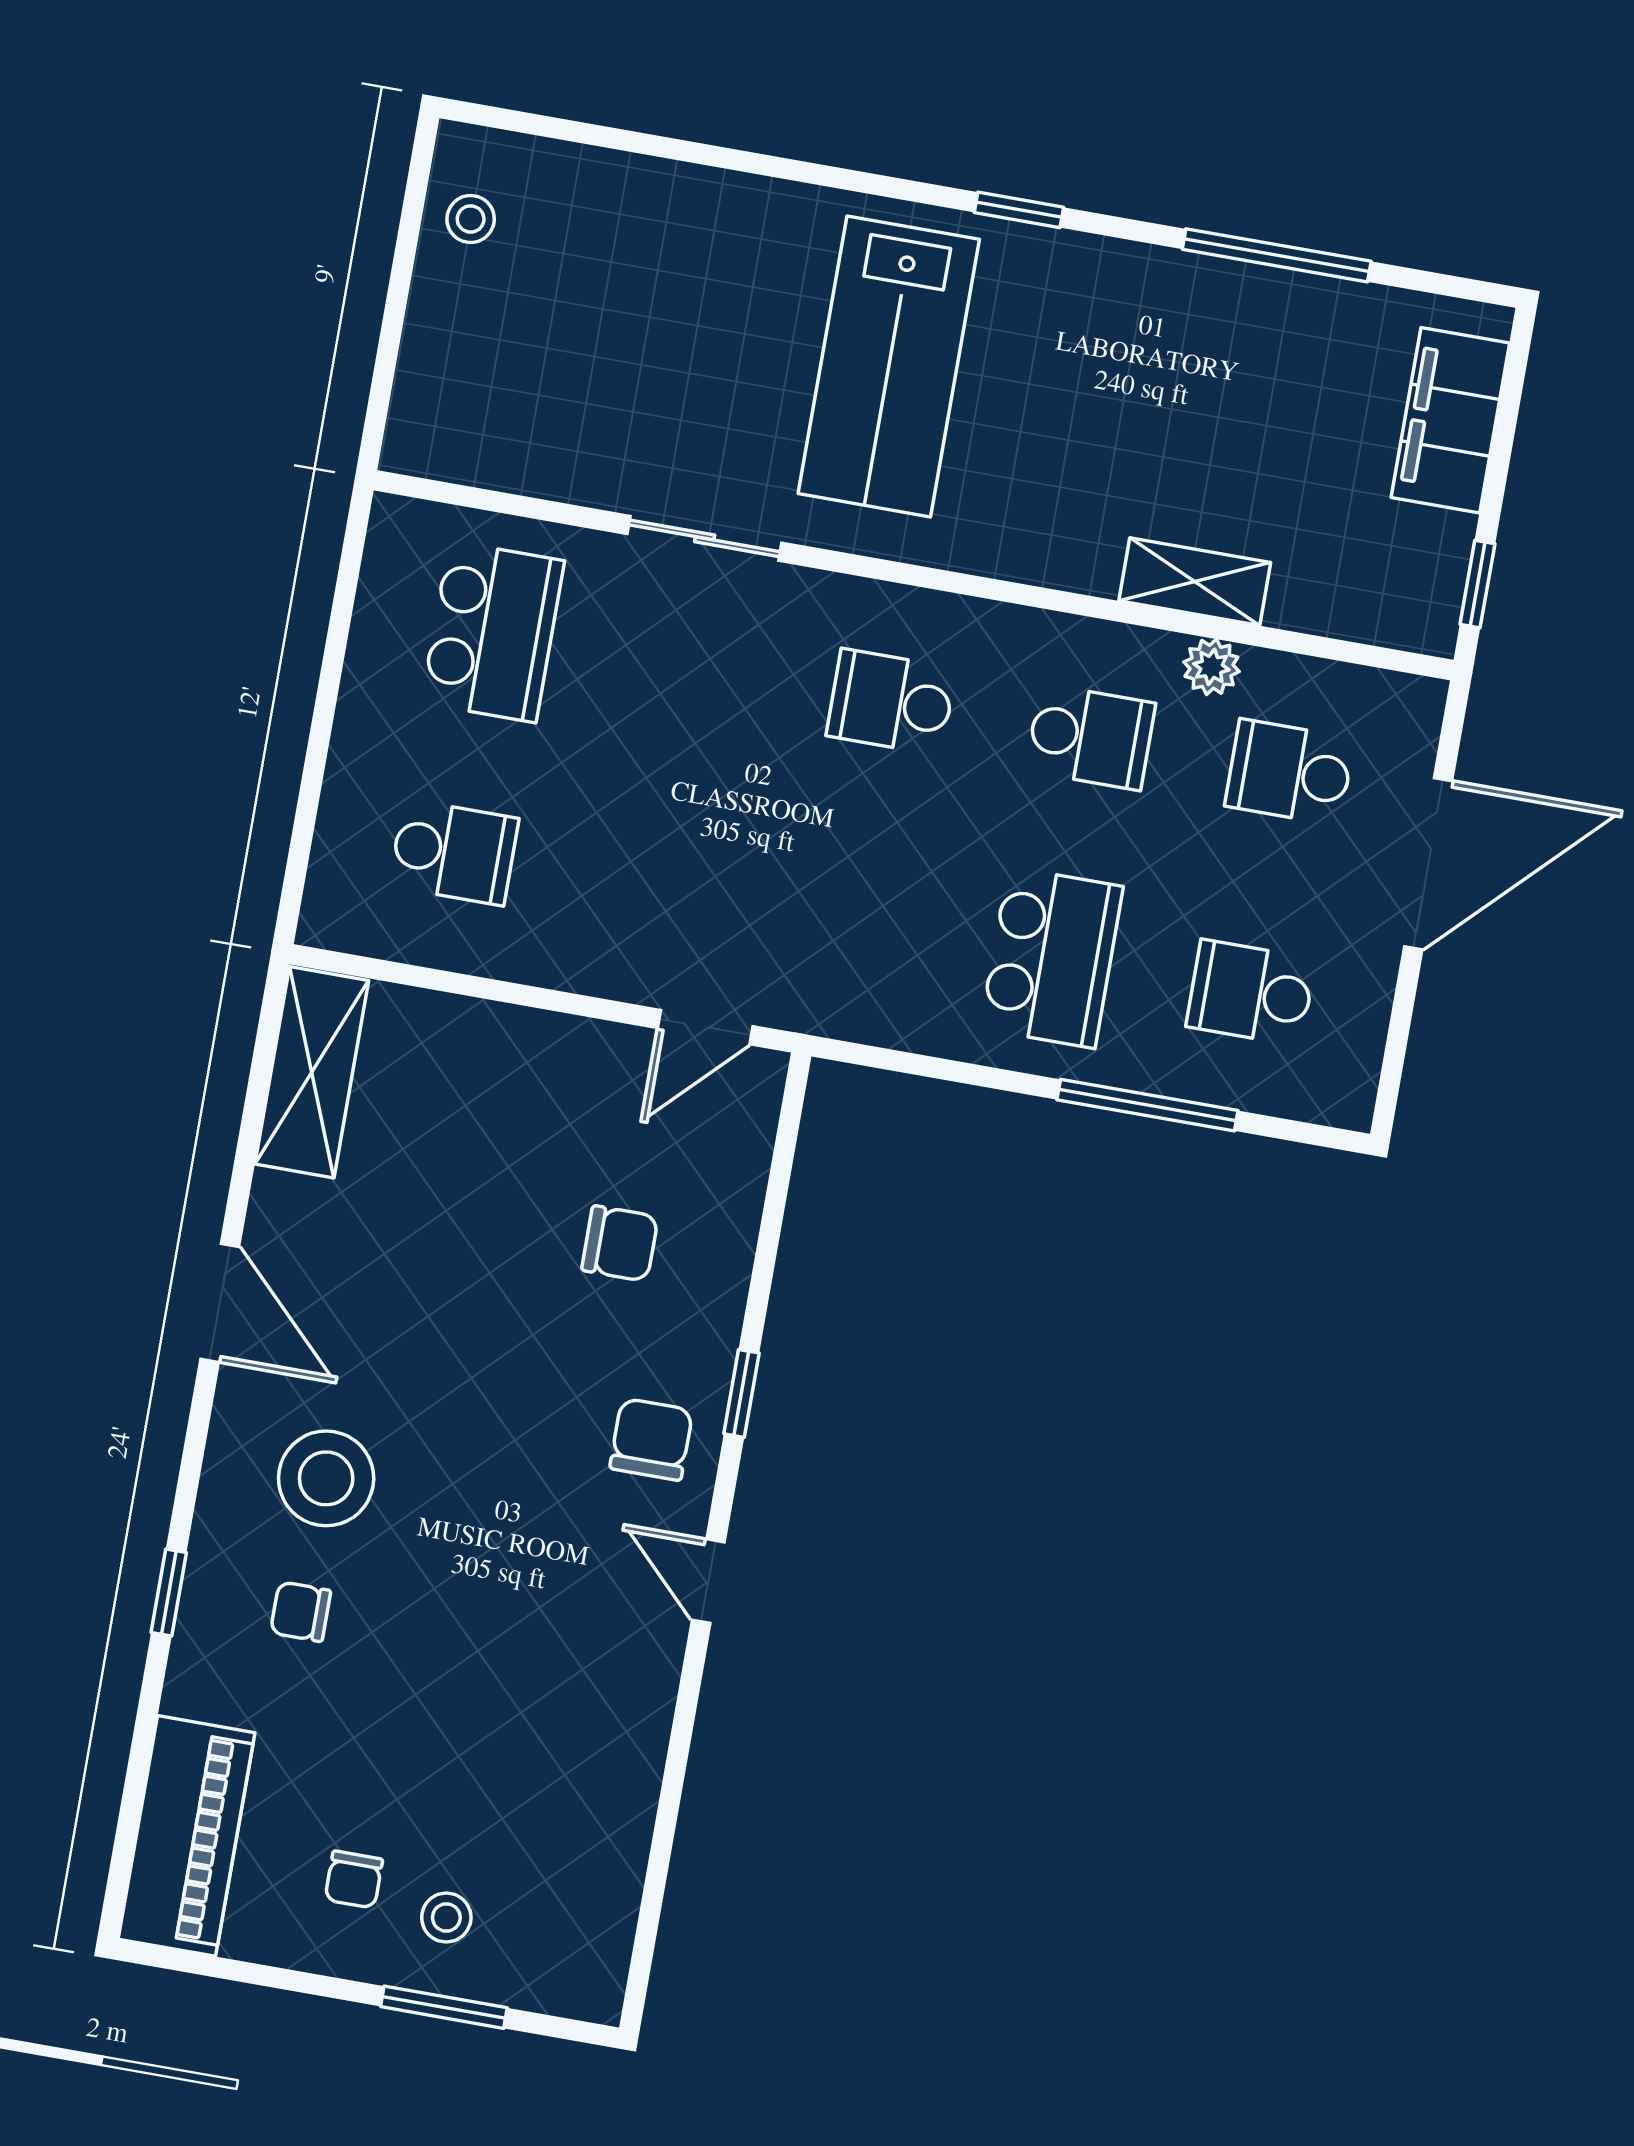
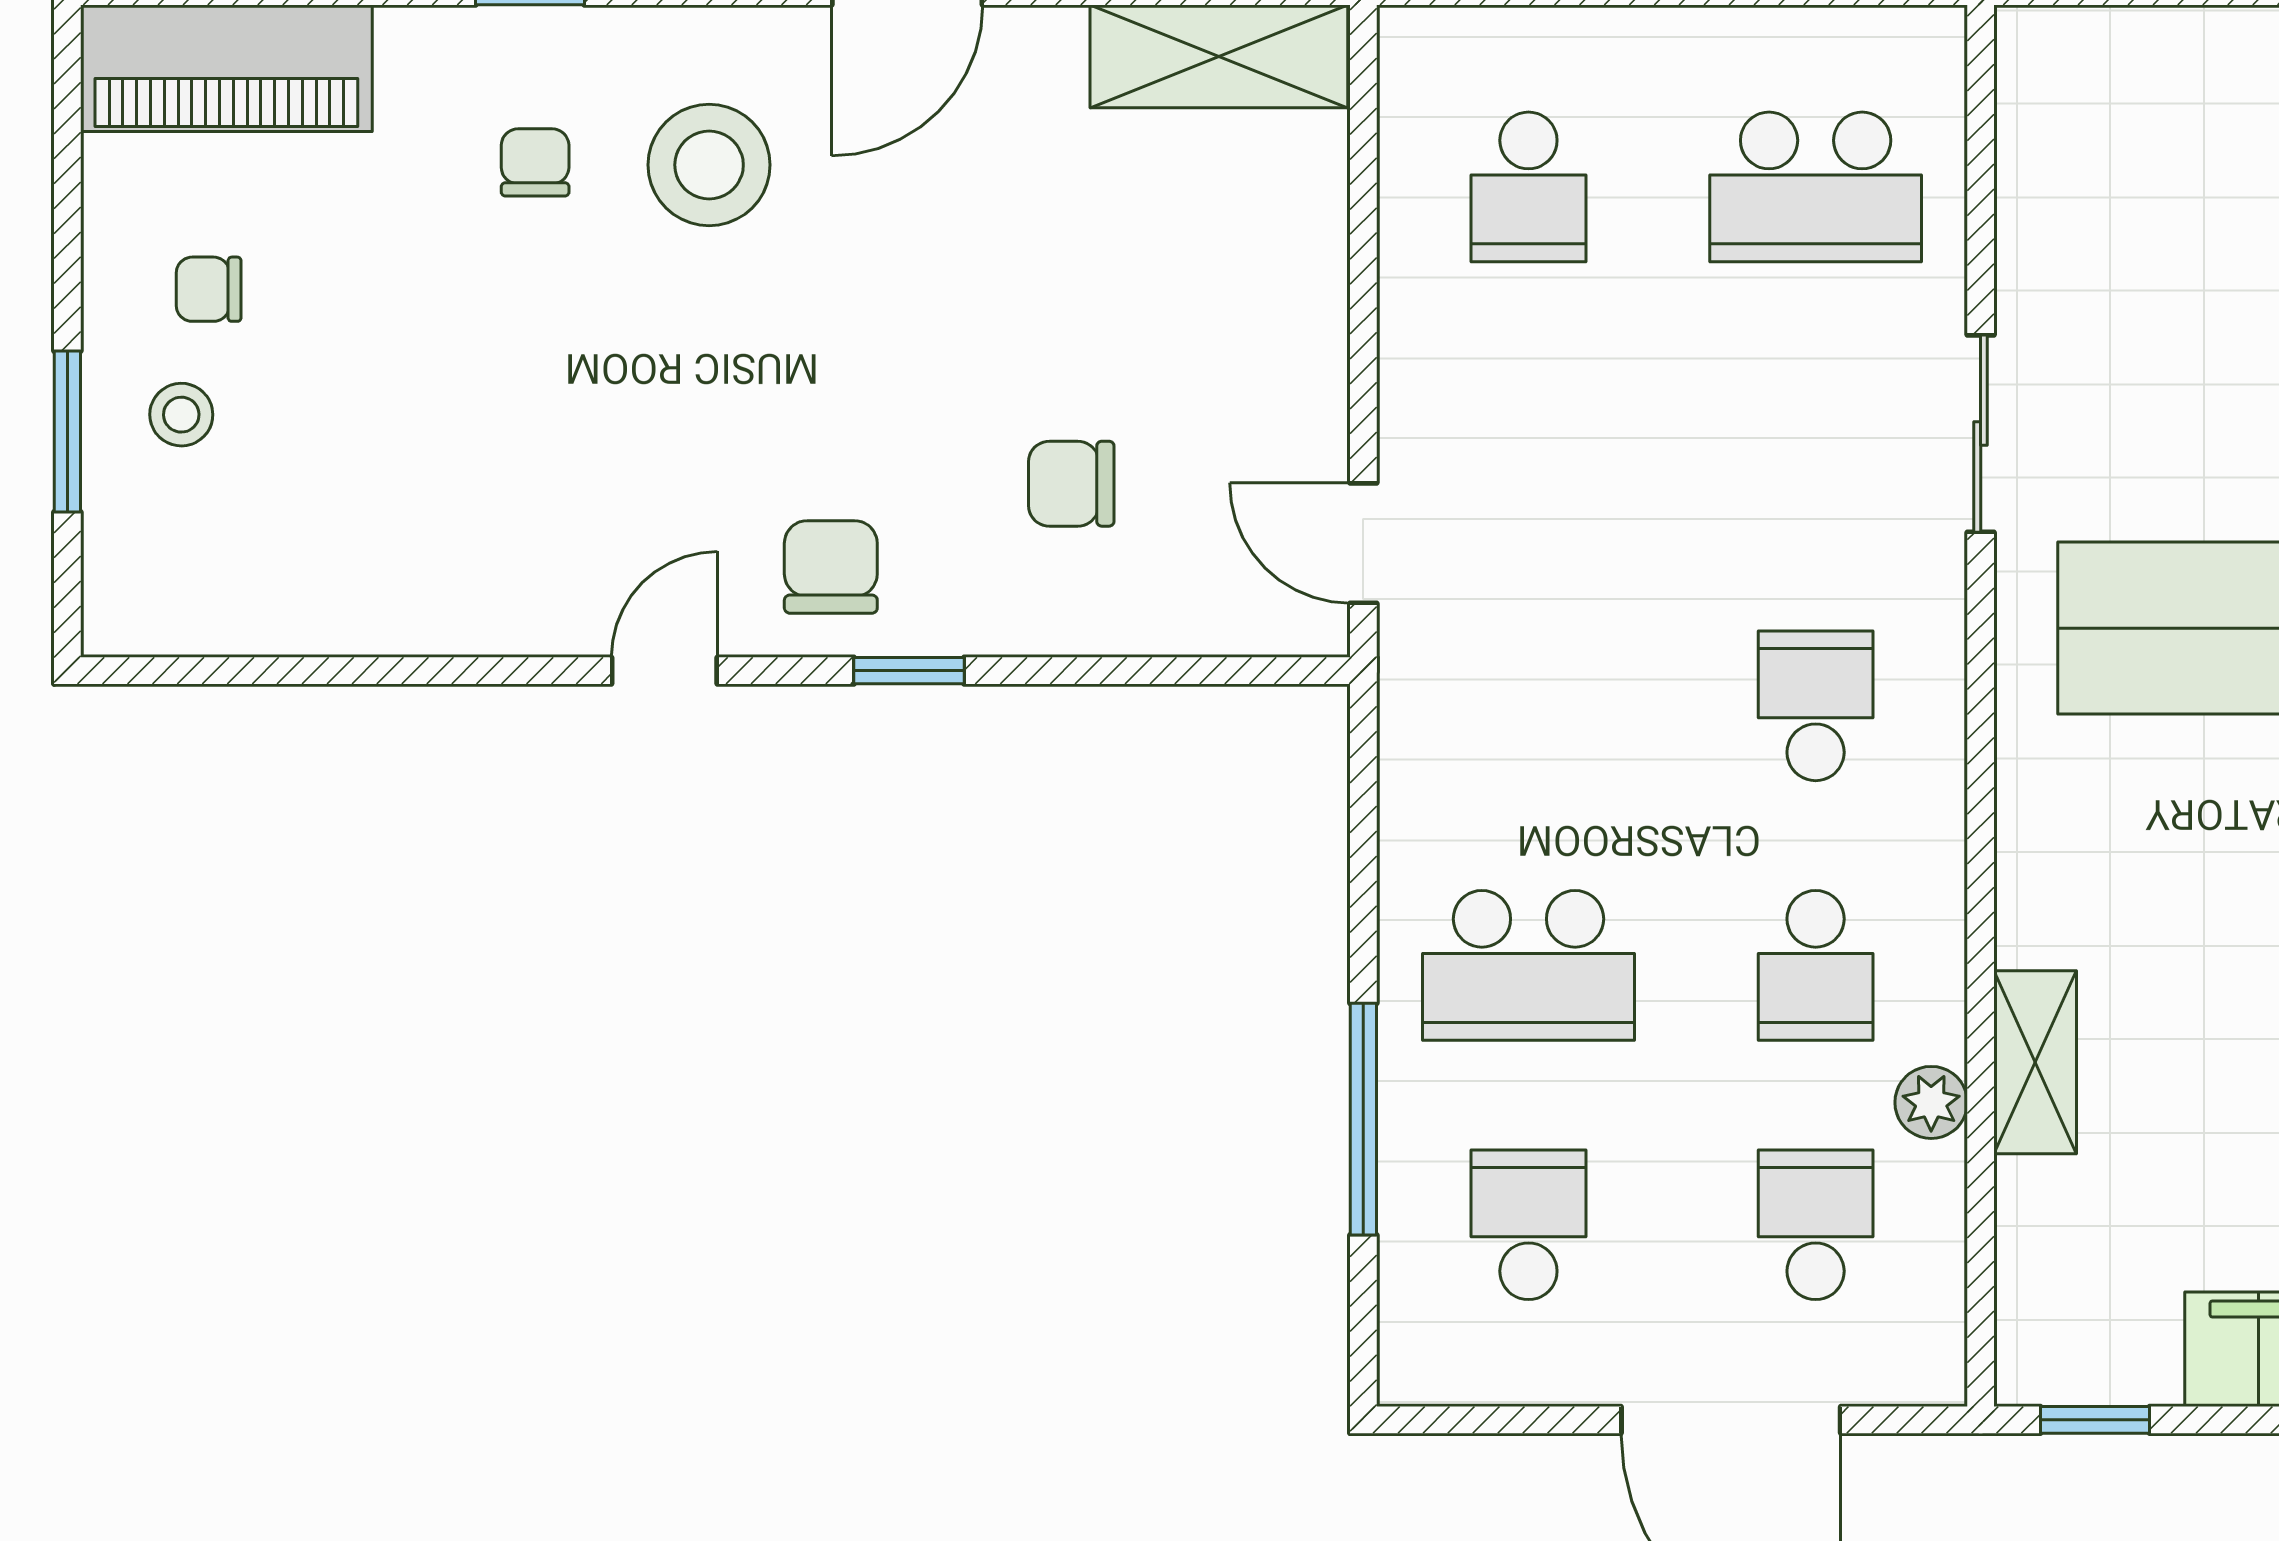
chair: (620, 1243) -> (1071, 484), turned 90
chair: (651, 1439) -> (831, 567), turned -90

